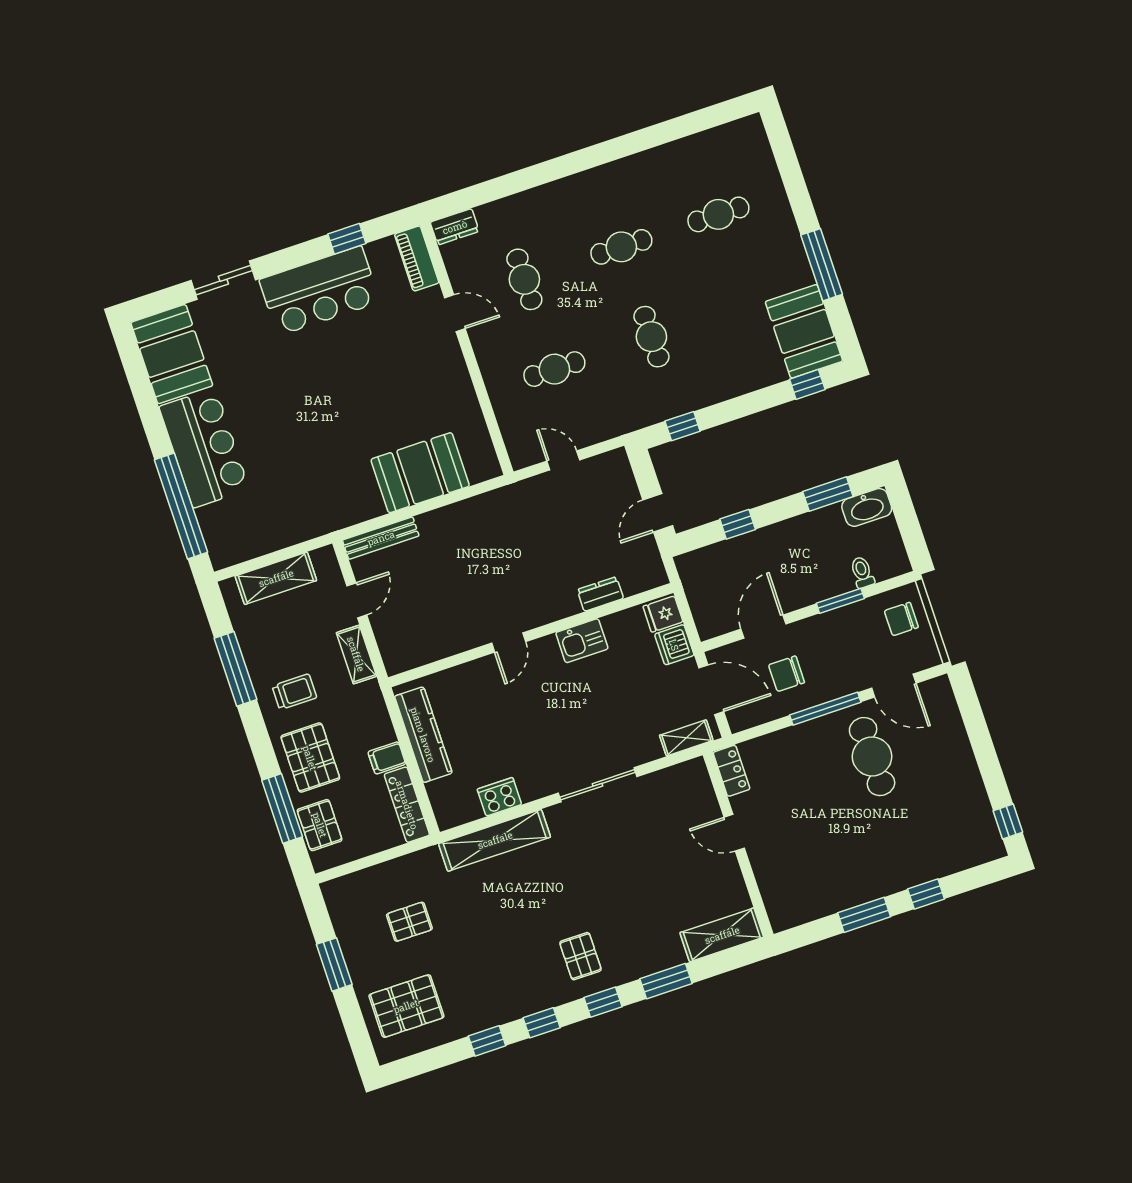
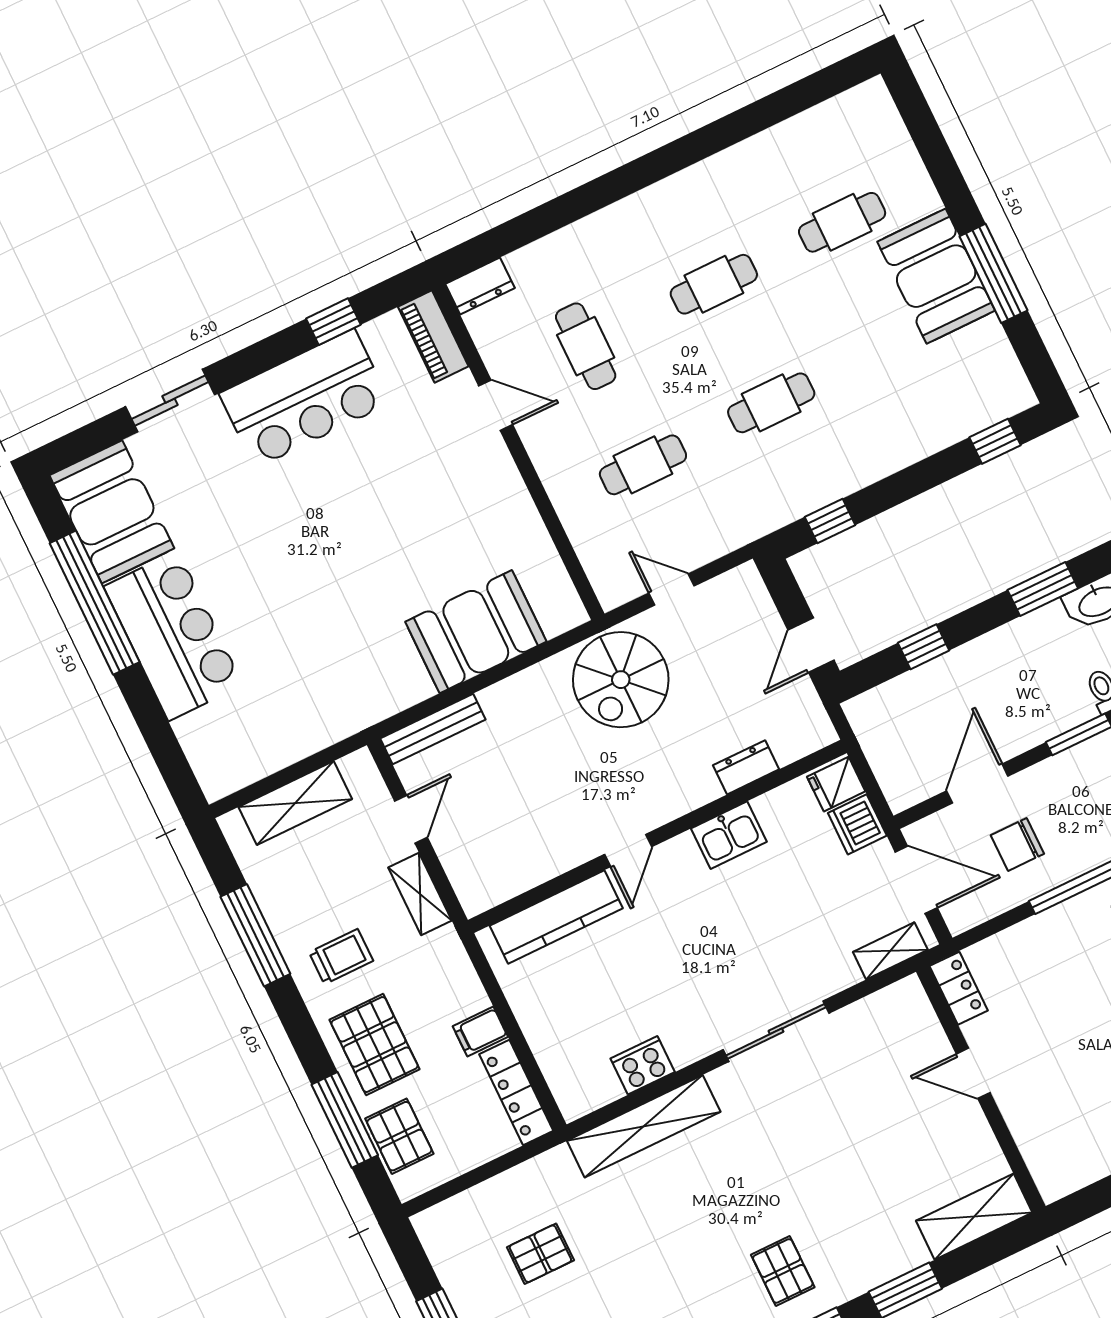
booth: (804, 331) -> (936, 276), moved
cafe table: (651, 337) -> (771, 403), turned 90
window: (181, 506) -> (95, 603), moved
spiral stairs: (519, 520) -> (621, 680), added
kitchen counter: (423, 735) -> (556, 917), moved, turned 90

